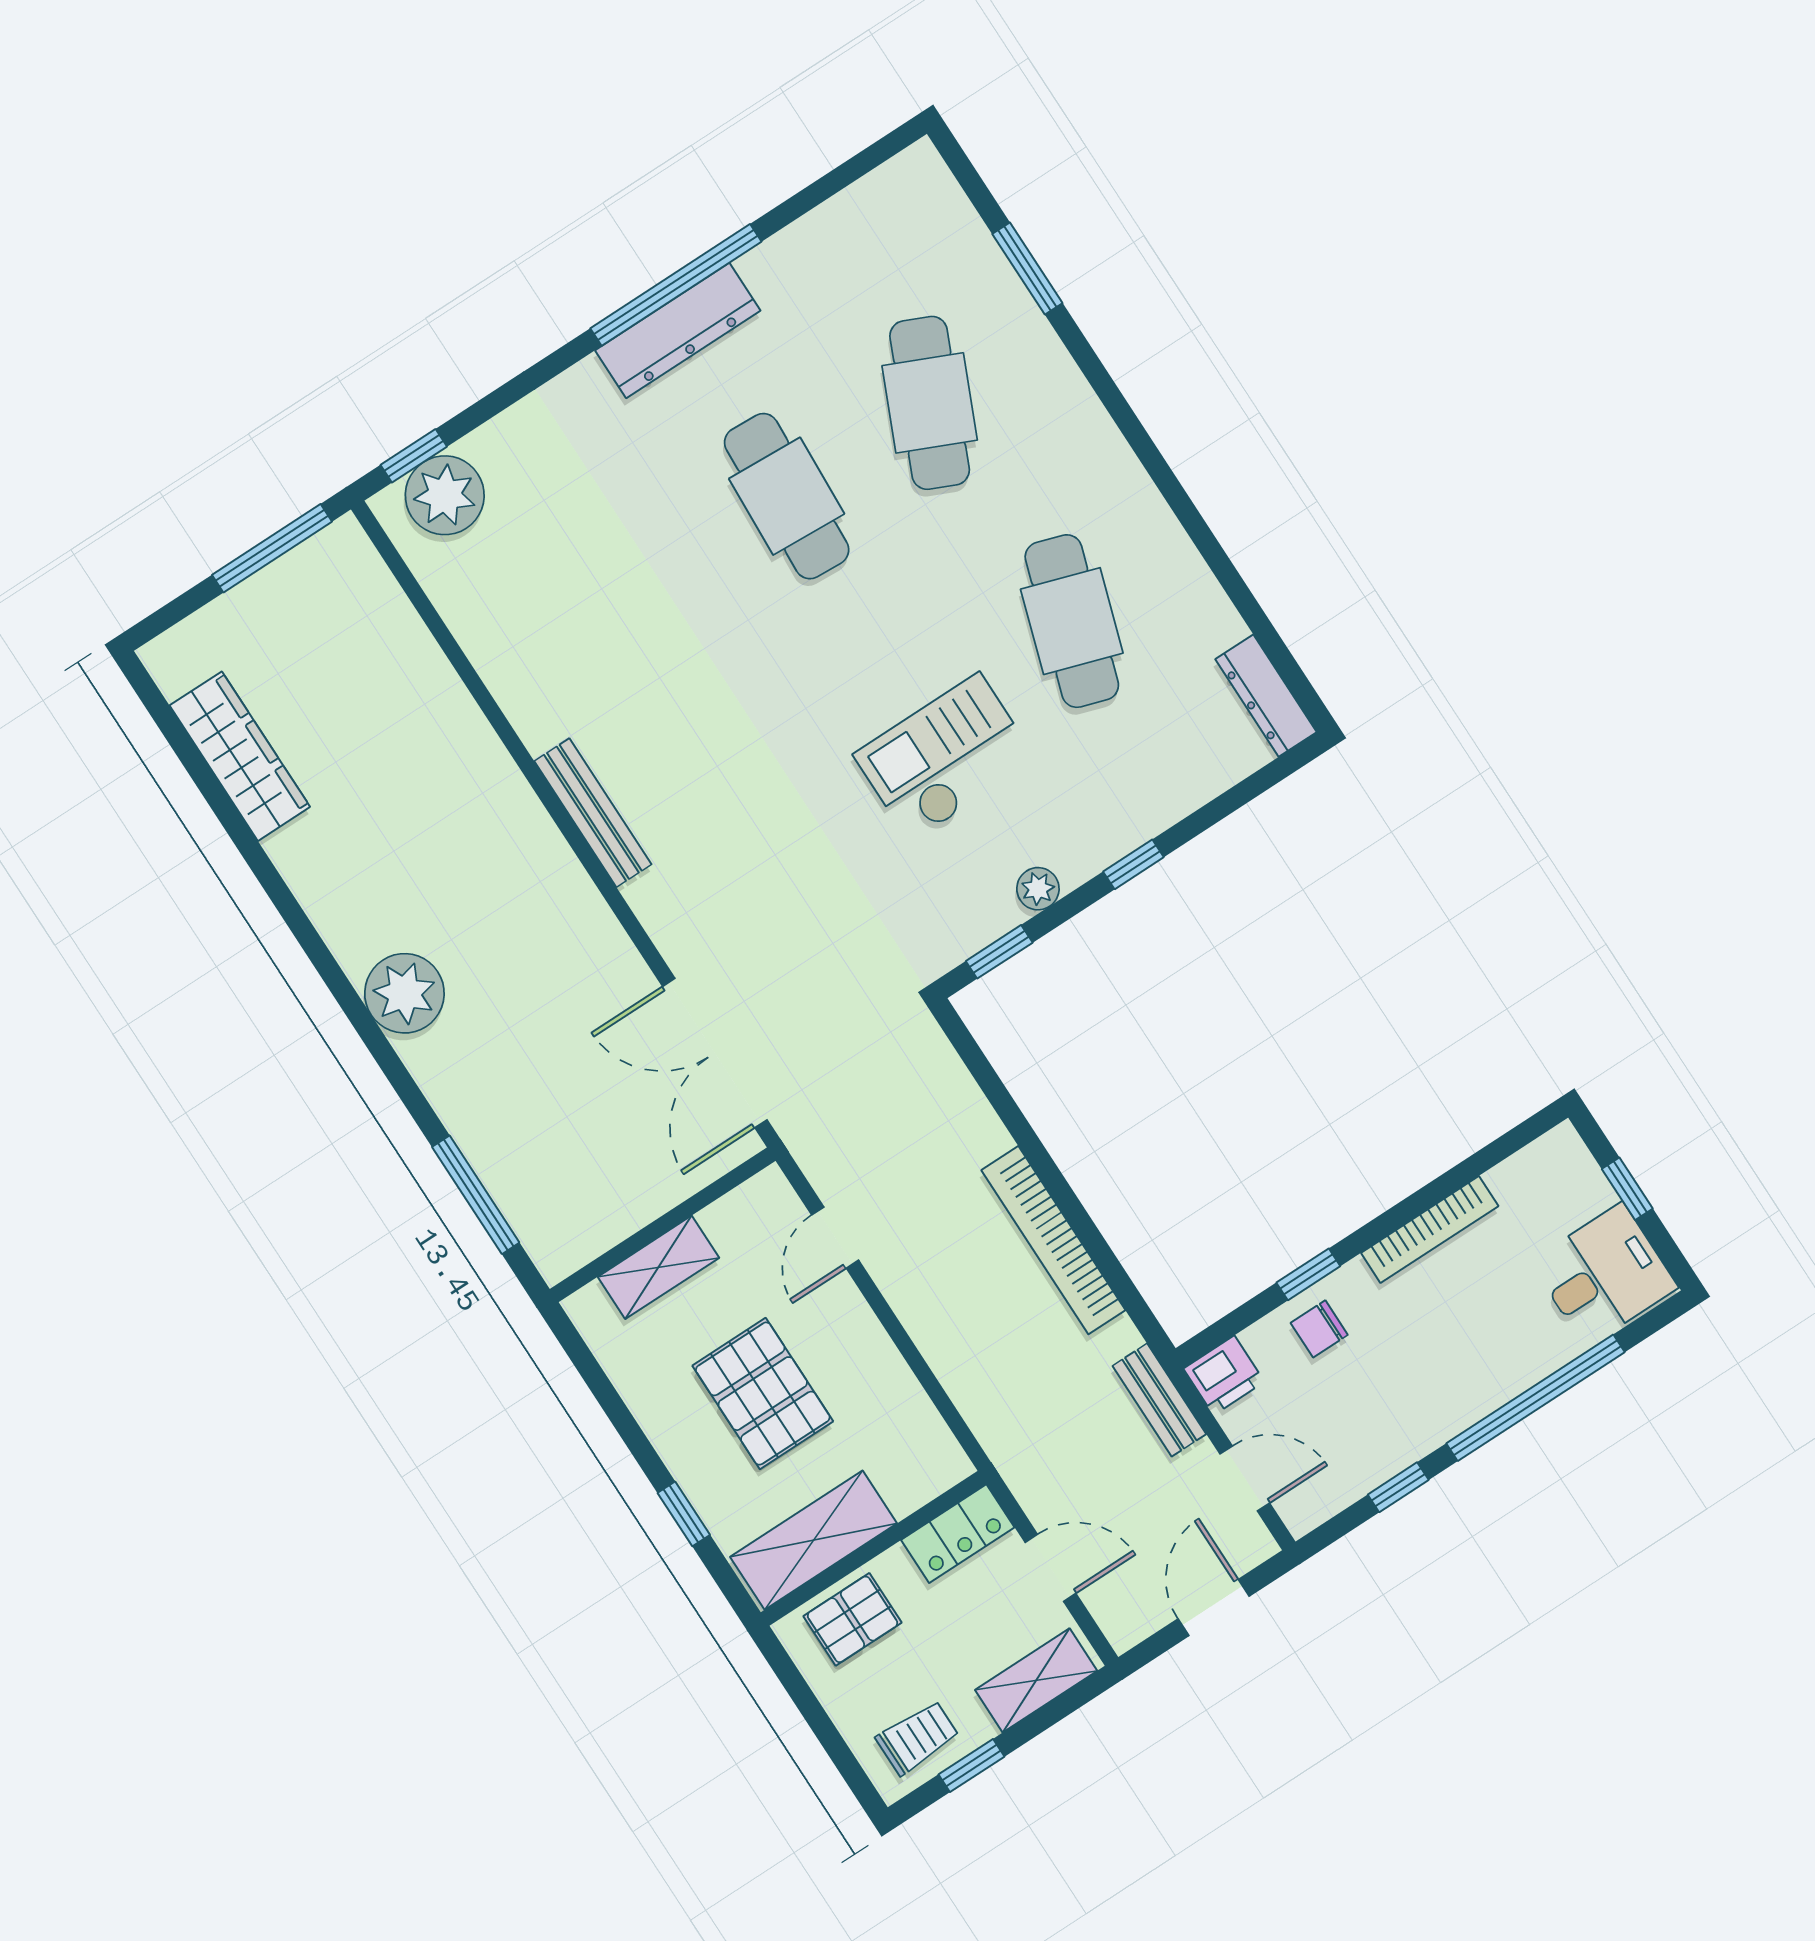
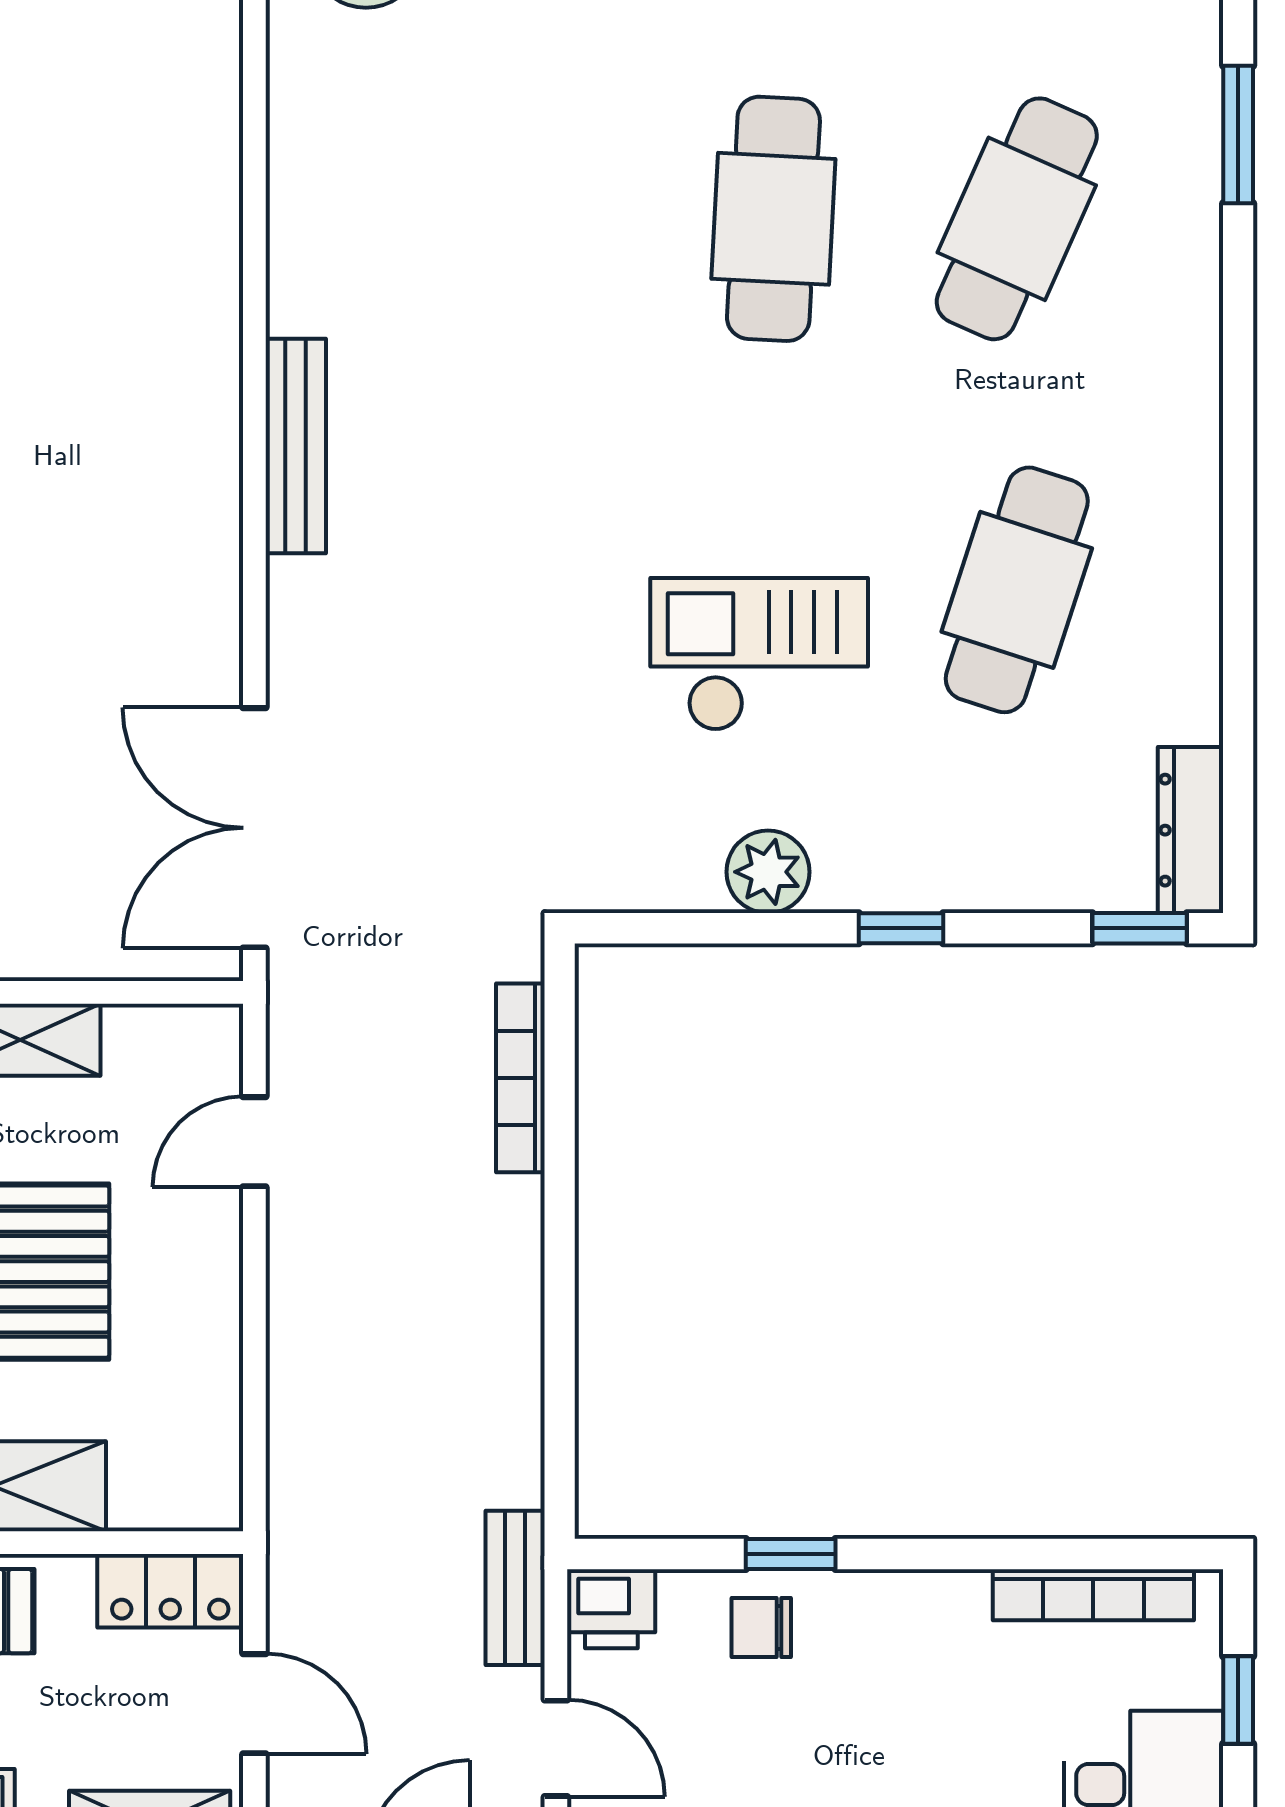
plant: (1038, 889) -> (768, 872), width x1.38, depth x1.38
window: (999, 952) -> (1140, 928), moved
bookcase: (1430, 1229) -> (1093, 1595), moved
bookcase: (1053, 1240) -> (520, 1078), moved, width x0.68, depth x0.76

